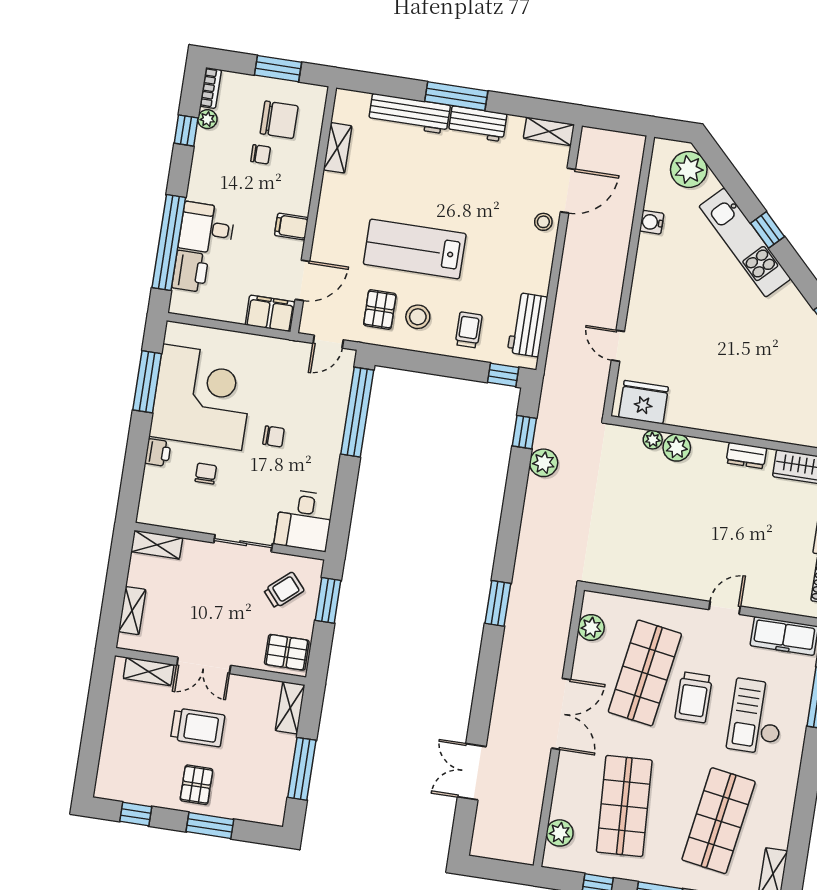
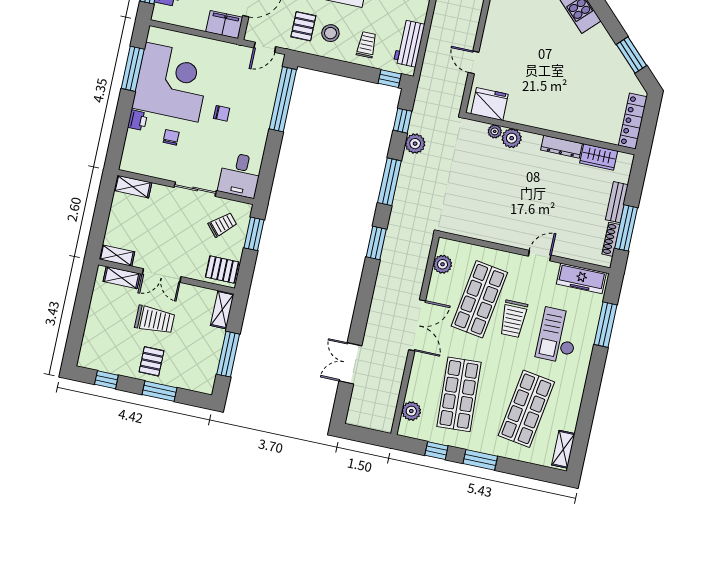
dresser: (746, 455) -> (562, 147), width x1.44
window: (511, 518) -> (389, 182), added
shelving: (132, 611) -> (117, 256), moved, turned 90

